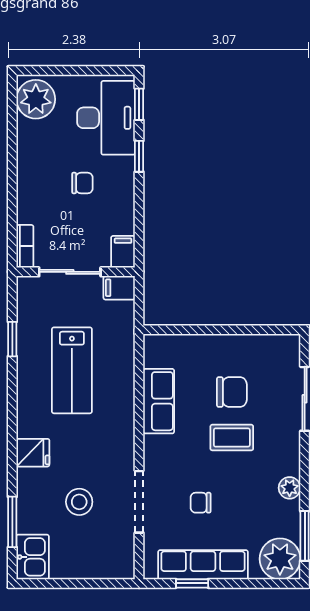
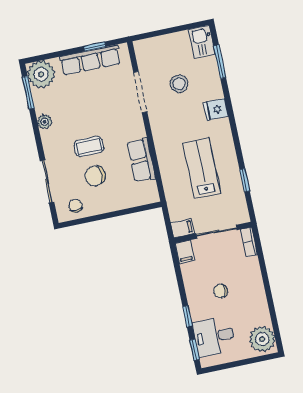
desk: (106, 118) -> (214, 336), width x0.73
chair: (201, 503) -> (75, 206), moved, turned -90

